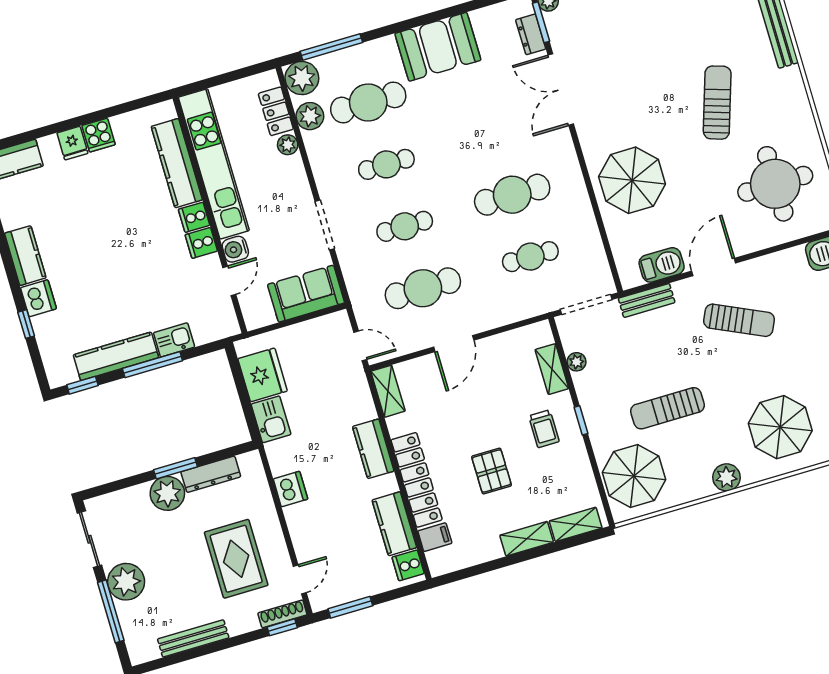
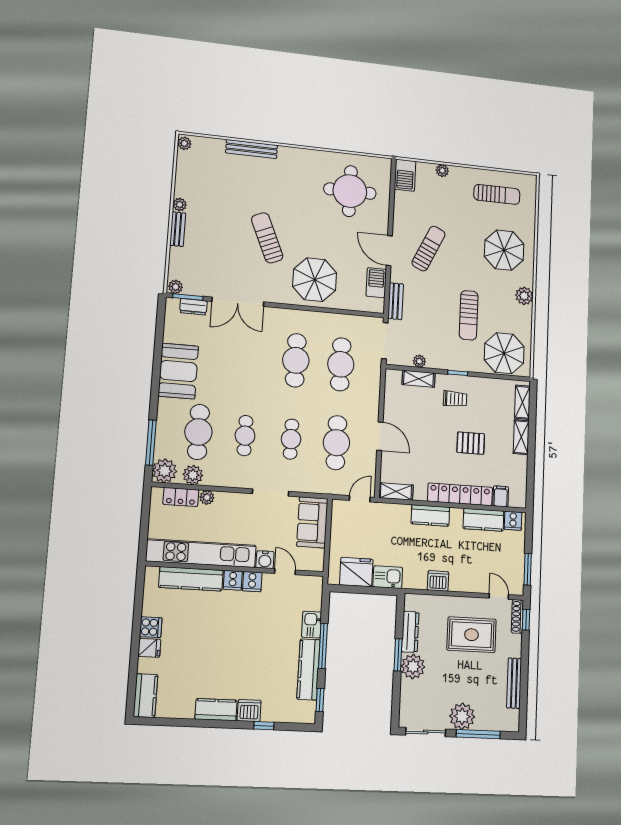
sun lounger: (717, 103) -> (267, 238), moved, turned 49
cafe table: (530, 257) -> (341, 364), width x1.37, depth x1.35

